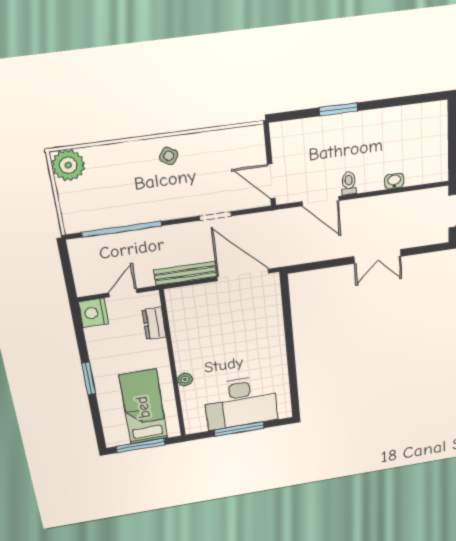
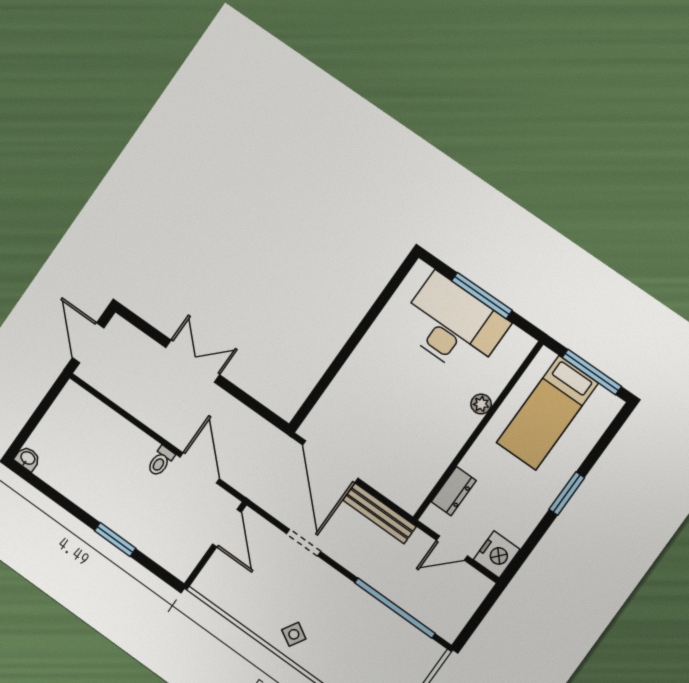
washbasin: (394, 181) -> (28, 458), moved, turned 180

